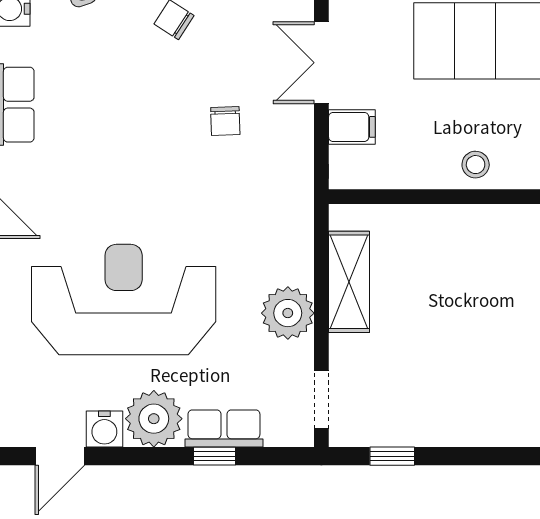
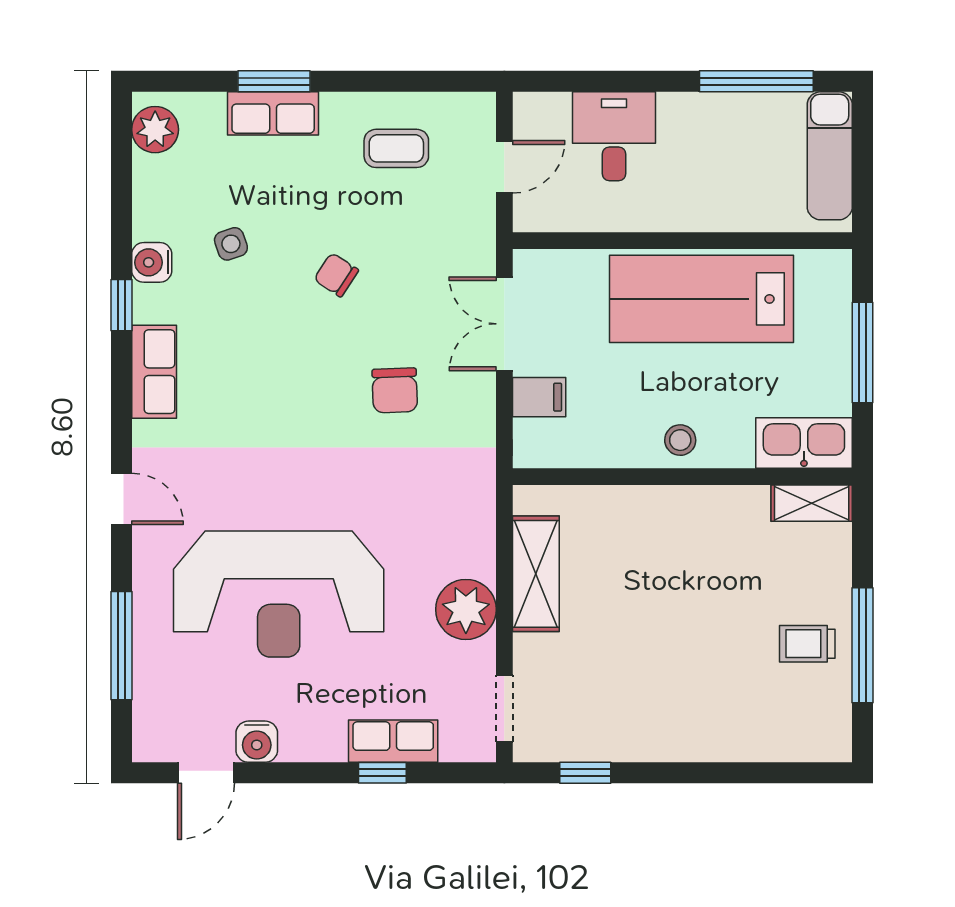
chair: (225, 121) -> (395, 390), width x1.37, depth x1.37
reception desk: (124, 300) -> (279, 594), turned 180
plant: (154, 419) -> (313, 730), removed

